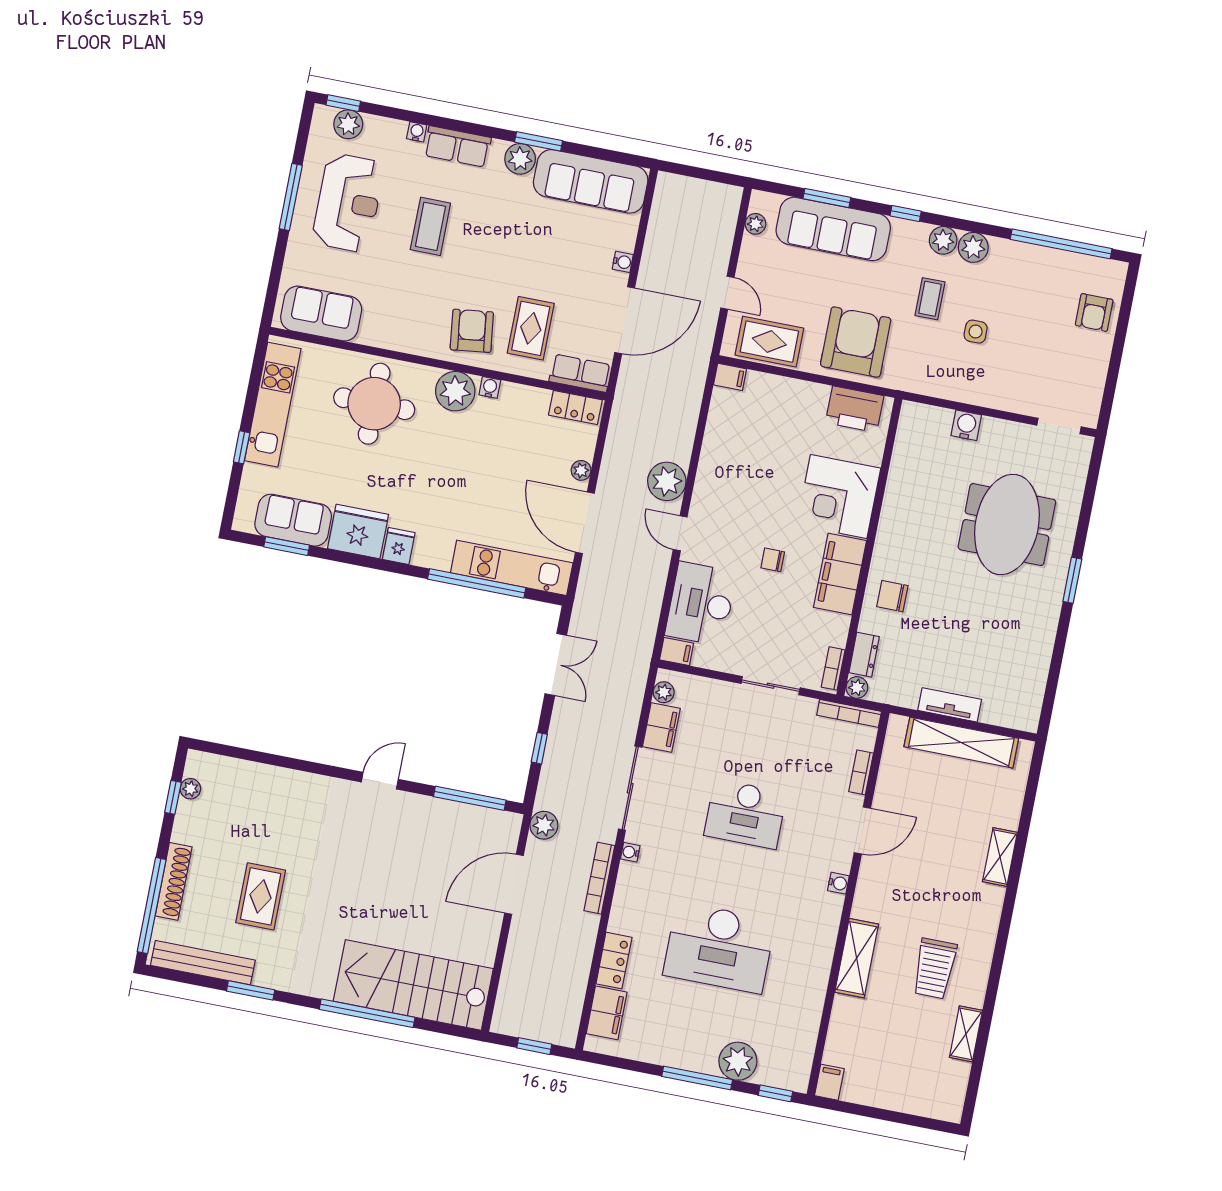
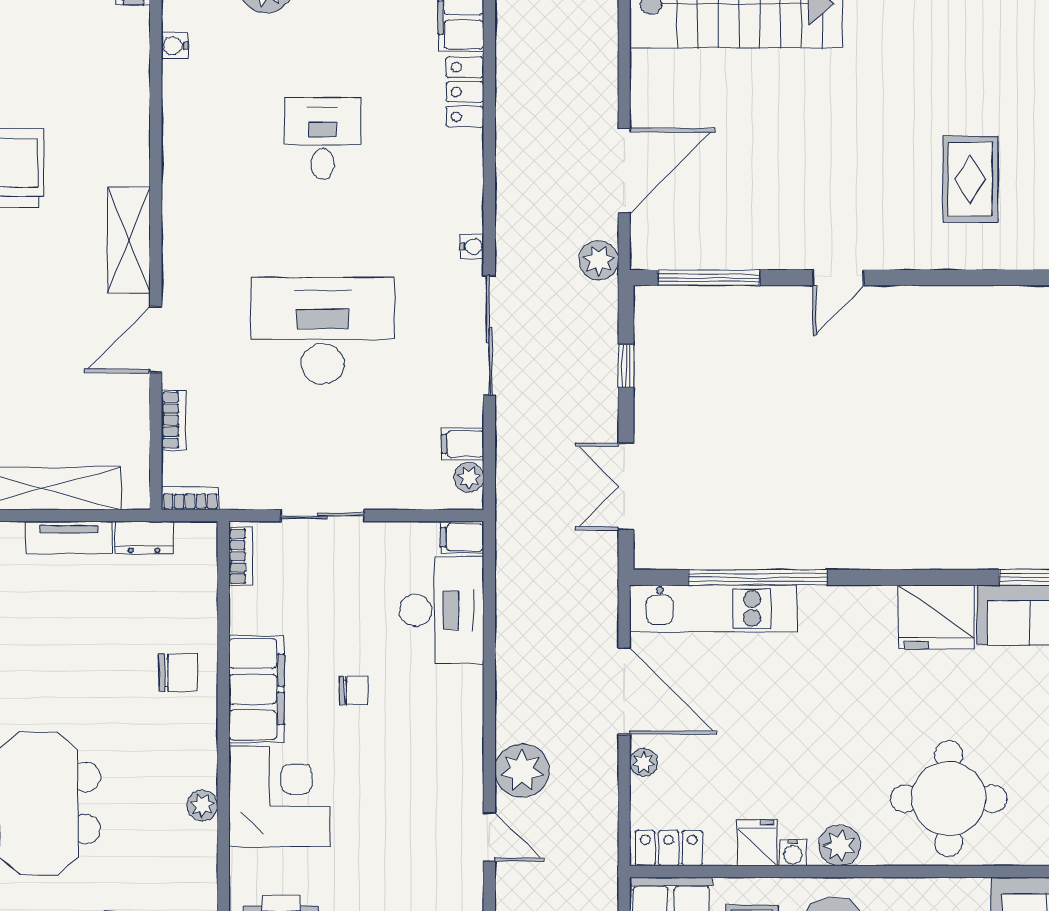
plant: (455, 391) -> (840, 845), width x0.73, depth x0.73
door: (680, 533) -> (489, 837), moved
fridge: (399, 546) -> (757, 843), moved, turned 180
dresser: (864, 655) -> (144, 538), moved, turned -90
plant: (857, 687) -> (202, 805), moved
bookcase: (849, 713) -> (190, 499), width x0.64
filing cabinet: (661, 727) -> (463, 444), width x0.50
desk: (745, 814) -> (323, 331), width x1.36, depth x1.30
bookcase: (599, 878) -> (508, 202), removed
water cooler: (838, 883) -> (175, 46), moved
rug: (261, 896) -> (970, 179), moved
desk: (719, 948) -> (323, 138), width x0.53, depth x0.77
shelving: (857, 958) -> (129, 240), moved

